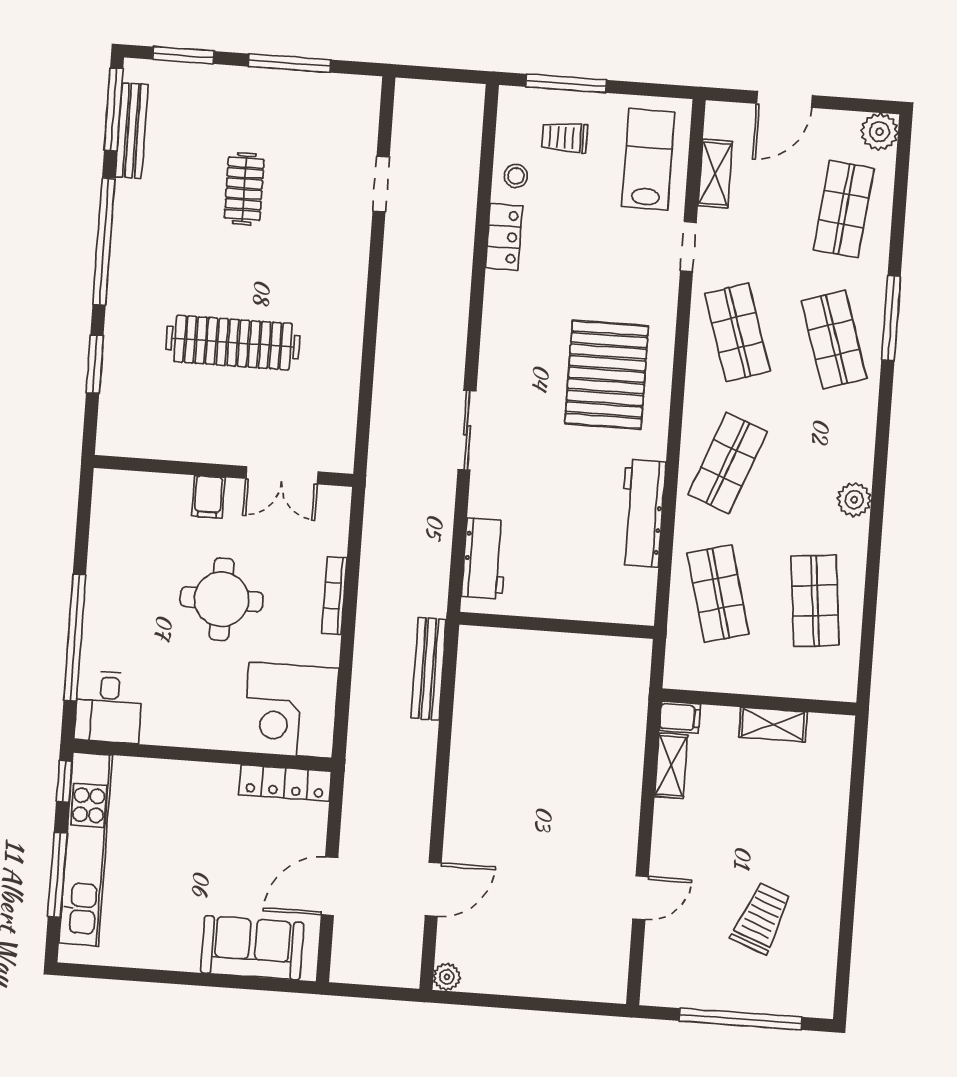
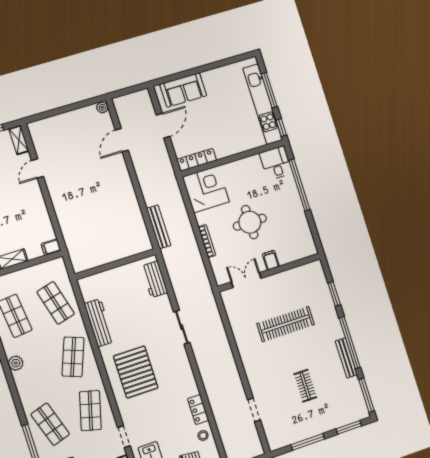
bench: (132, 131) -> (346, 358), moved
shop shelf: (737, 333) -> (90, 411), turned 33
shelving: (671, 766) -> (19, 140), moved

